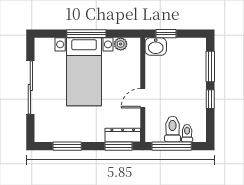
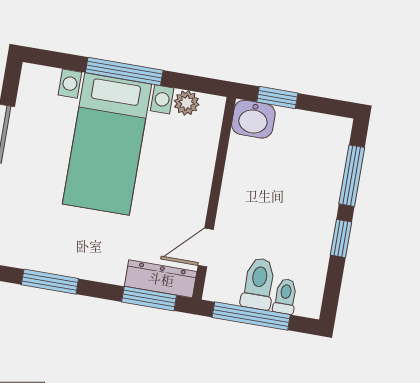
door: (143, 98) -> (206, 248), moved

